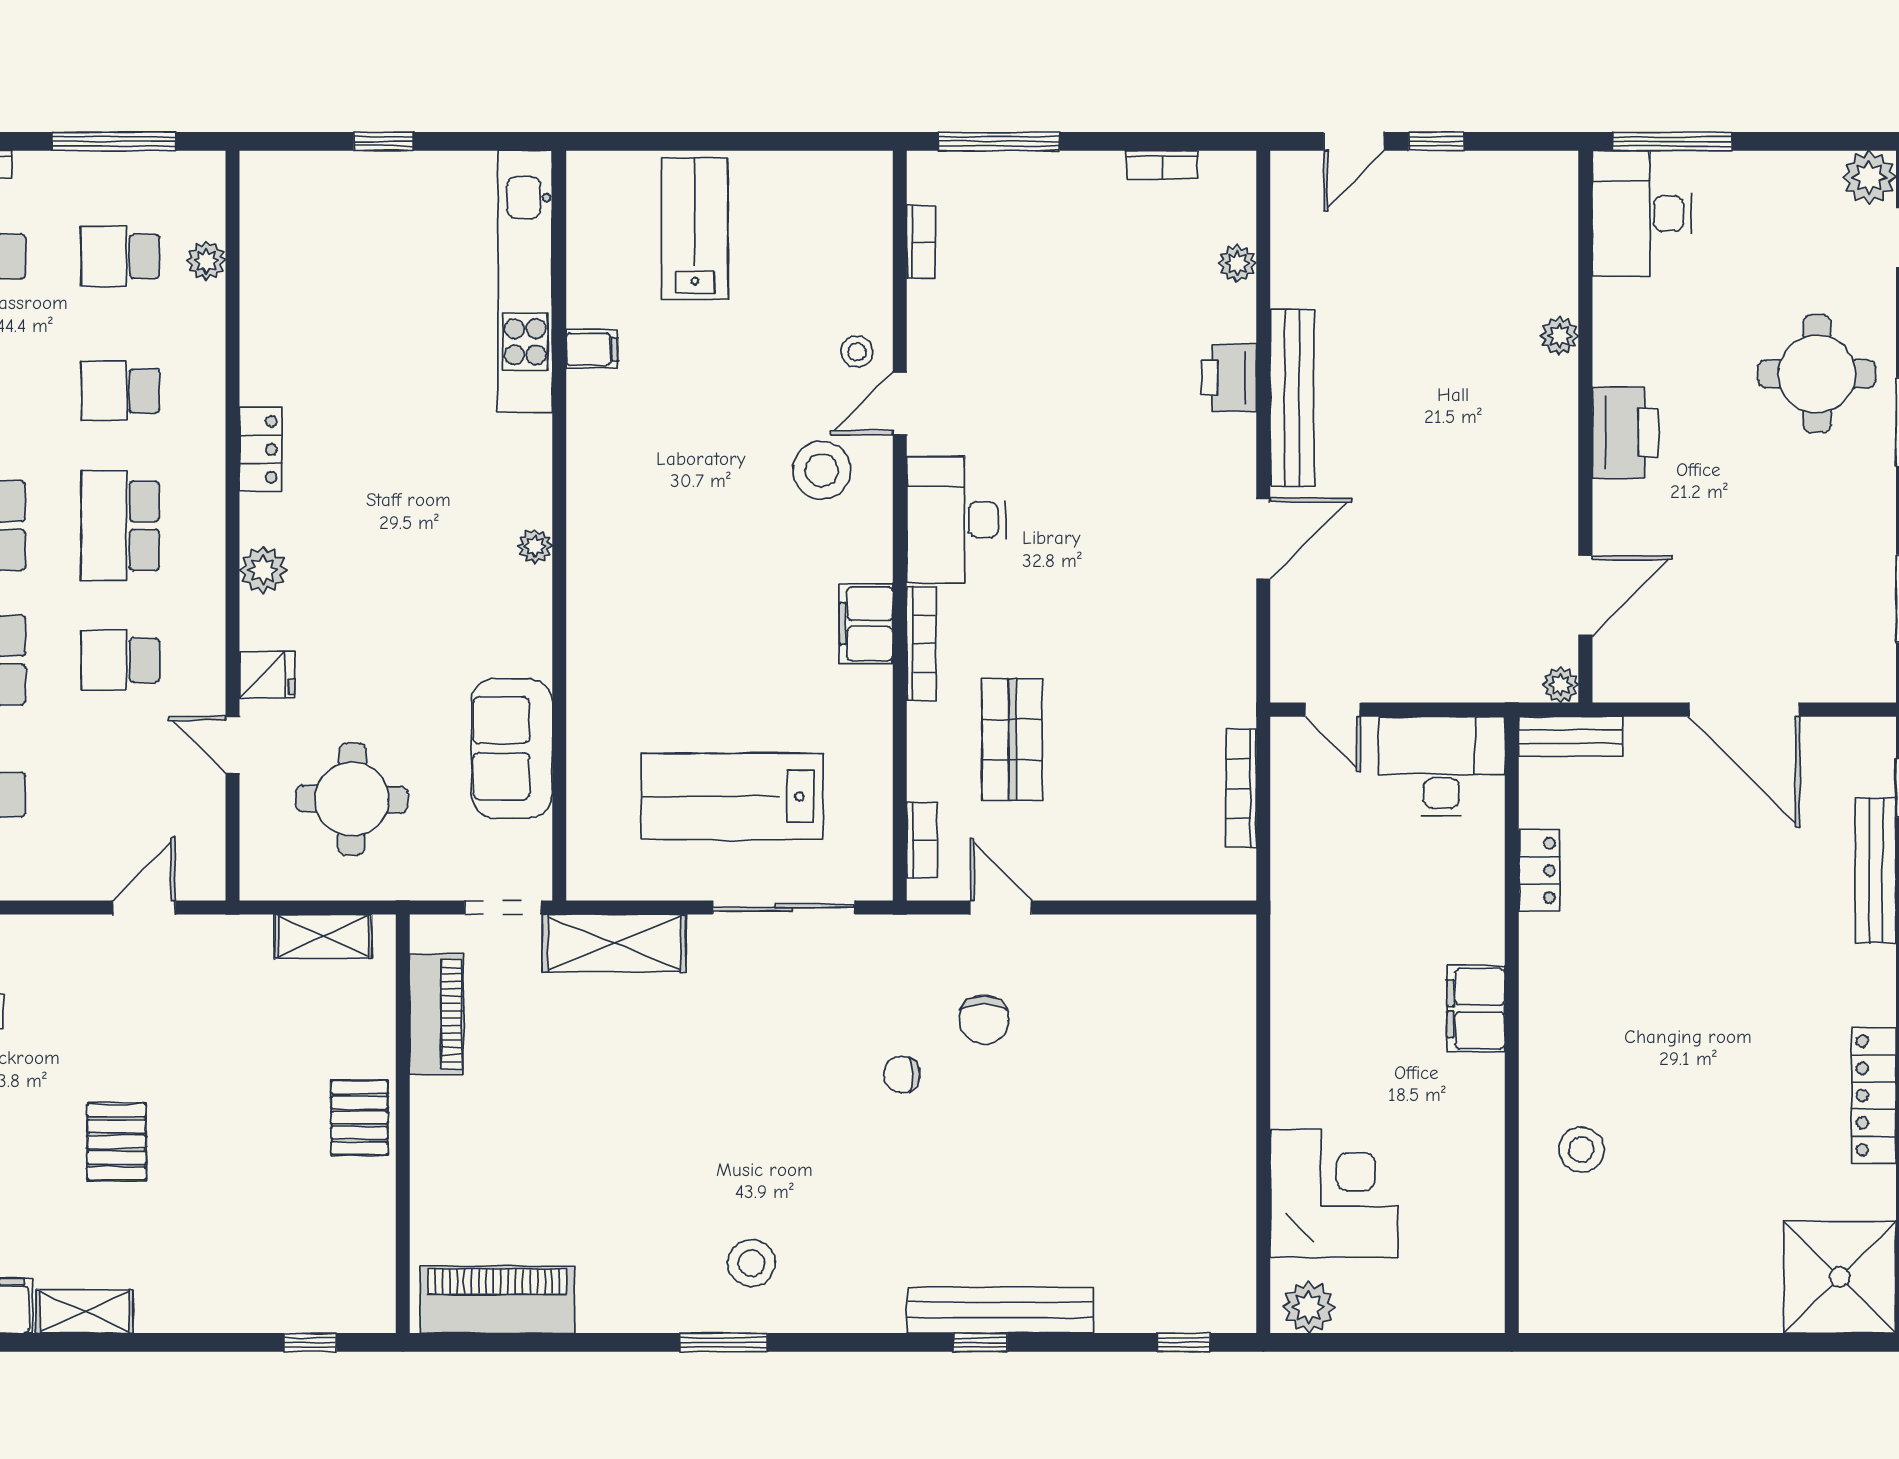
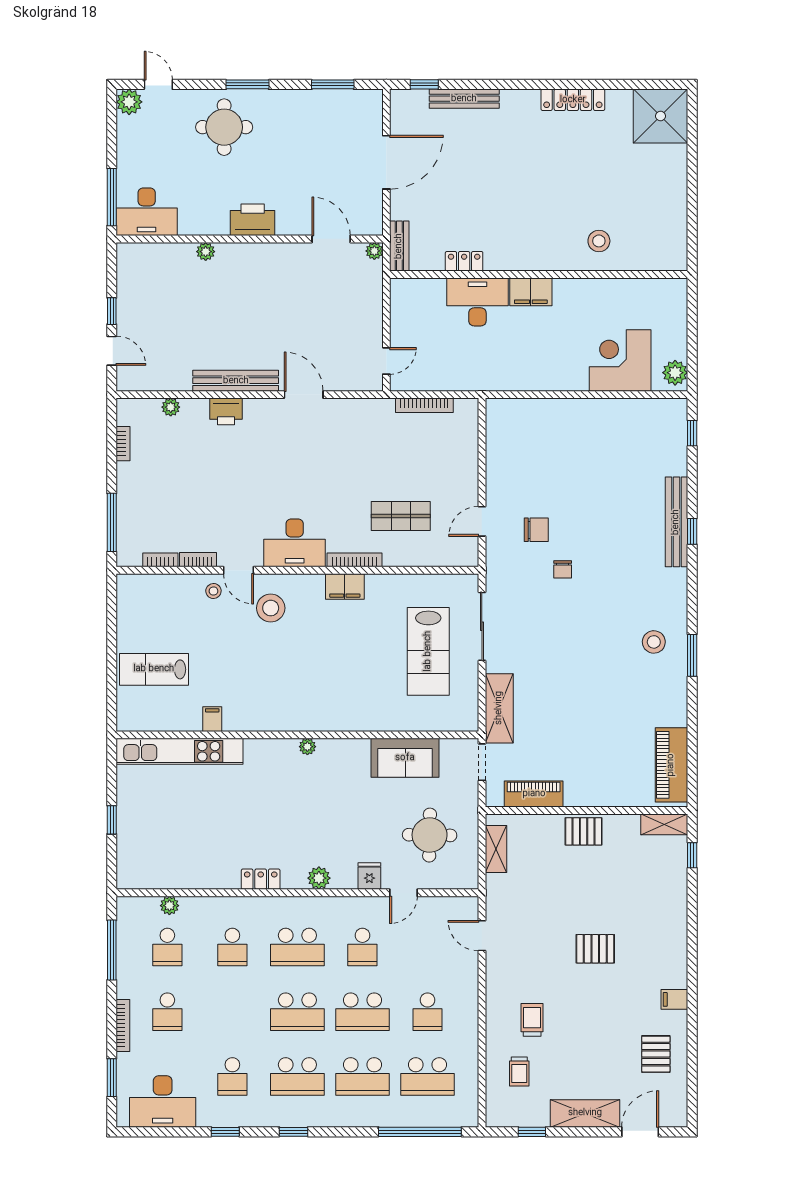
desk: (1442, 766) -> (477, 302), moved, turned 90
bookcase: (922, 840) -> (198, 560), moved
shelving: (84, 1311) -> (664, 824), moved, turned 90

